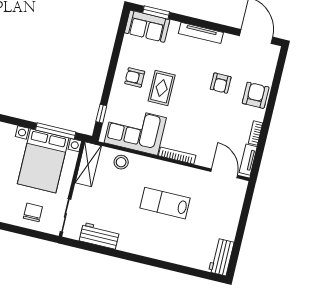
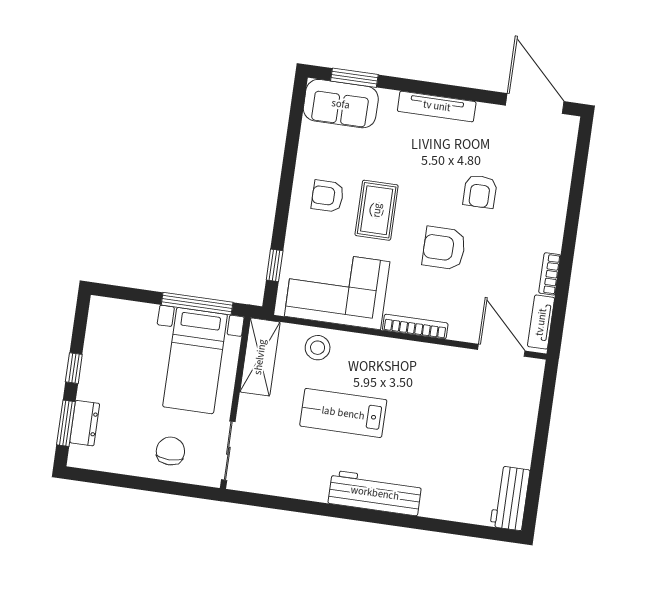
armchair: (256, 95) -> (444, 248), moved, turned -90
bed with nightstands: (43, 161) -> (195, 361), width x0.73
lab bench: (165, 203) -> (343, 413), moved
workbench: (99, 236) -> (375, 493), moved, width x1.38

